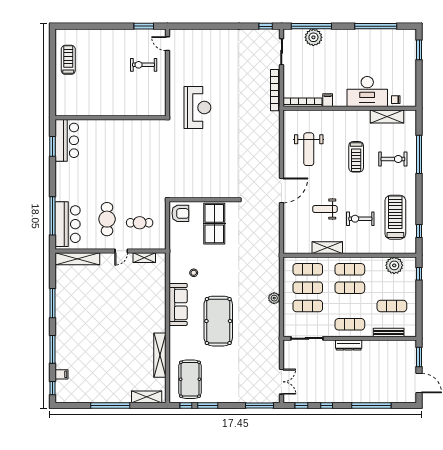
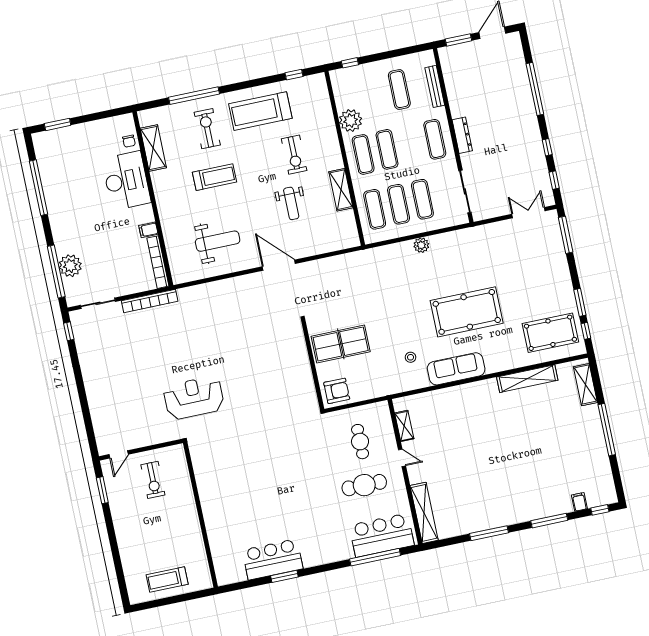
wall: (111, 118) -> (200, 515), moved
armchair: (180, 213) -> (337, 391), turned 90
treadmill: (395, 217) -> (260, 111), moved
plant: (394, 265) -> (351, 121), moved

